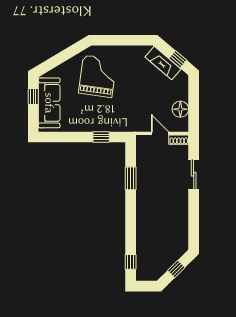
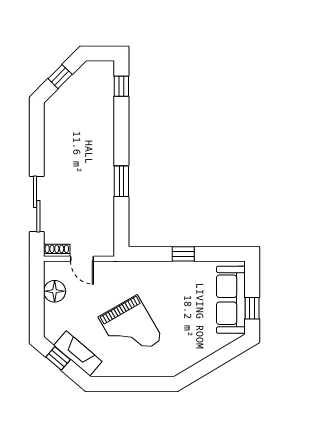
grand piano: (98, 76) -> (131, 328), moved, turned -38
window: (101, 137) -> (183, 254), moved
sliding door: (194, 174) -> (37, 204), width x1.37
window: (131, 178) -> (121, 181), moved

